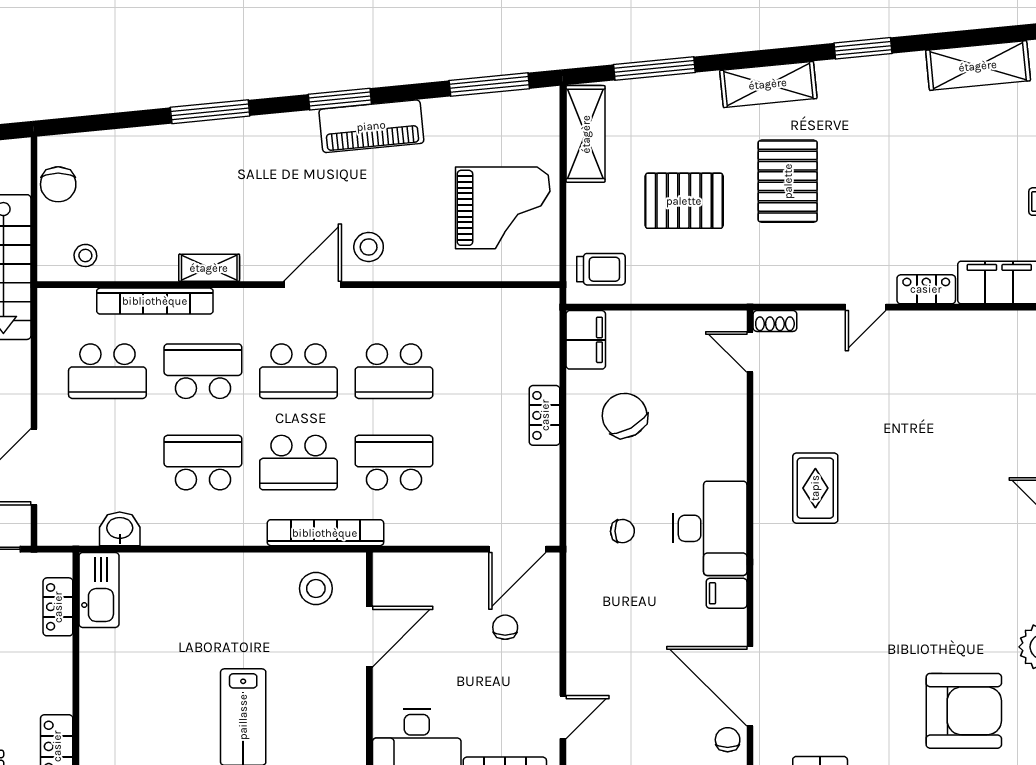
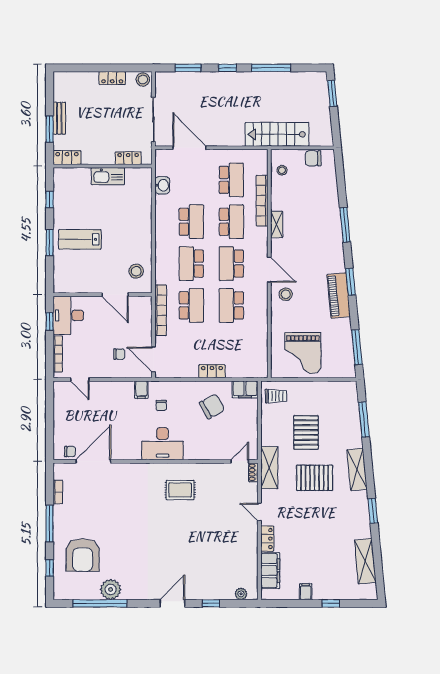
shelving: (586, 134) -> (269, 468), moved, turned 90
trolley: (601, 269) -> (276, 396), turned -90
school desk: (107, 371) -> (231, 180), turned 180
bookcase: (325, 533) -> (161, 310), moved
kitchen sink: (99, 590) -> (108, 176), moved
filing cabinet: (727, 593) -> (141, 390), moved, turned 180

